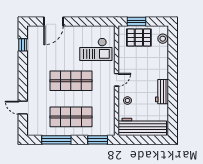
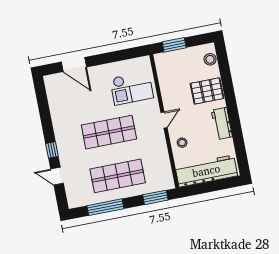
door: (54, 22) -> (74, 65), hinge flipped
pallet: (139, 38) -> (207, 91), moved
window: (23, 45) -> (52, 150), moved

